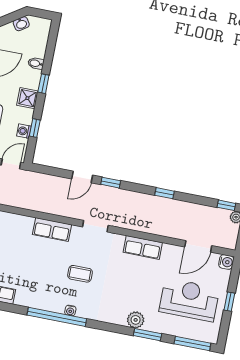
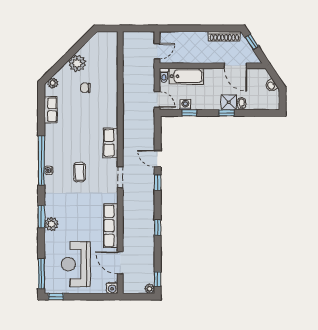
shower: (27, 98) -> (229, 102), moved
row of seats: (143, 247) -> (111, 226), width x1.48
reception desk: (189, 300) -> (76, 264), turned 180
window: (229, 302) -> (56, 297), moved
window: (148, 335) -> (41, 217), moved

